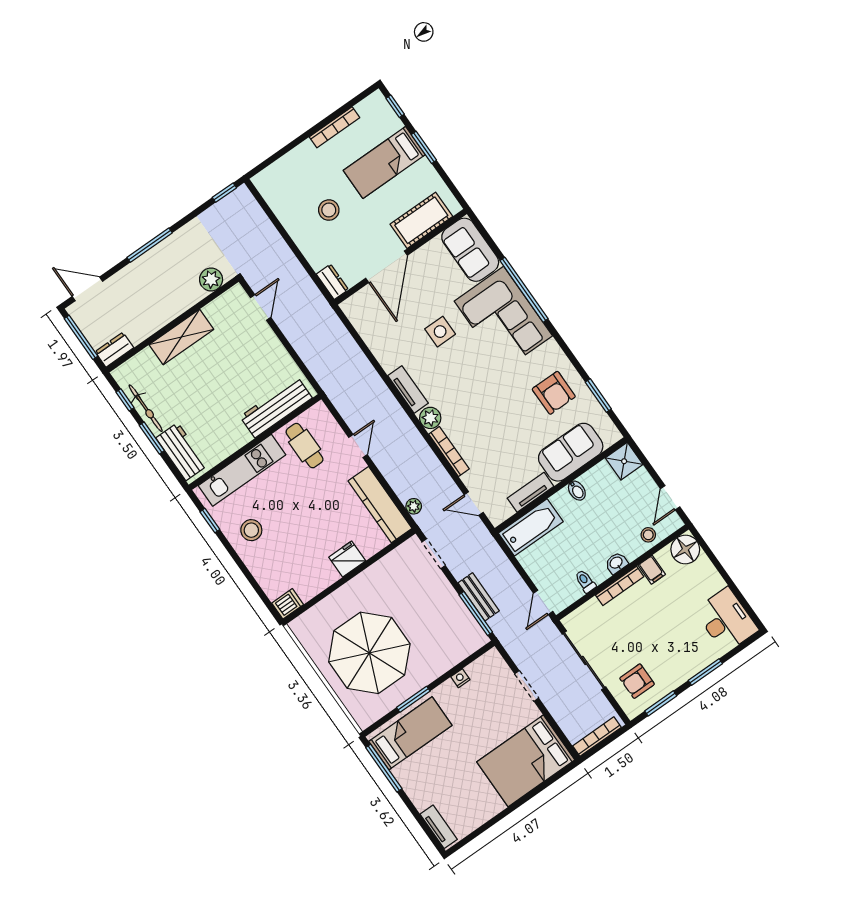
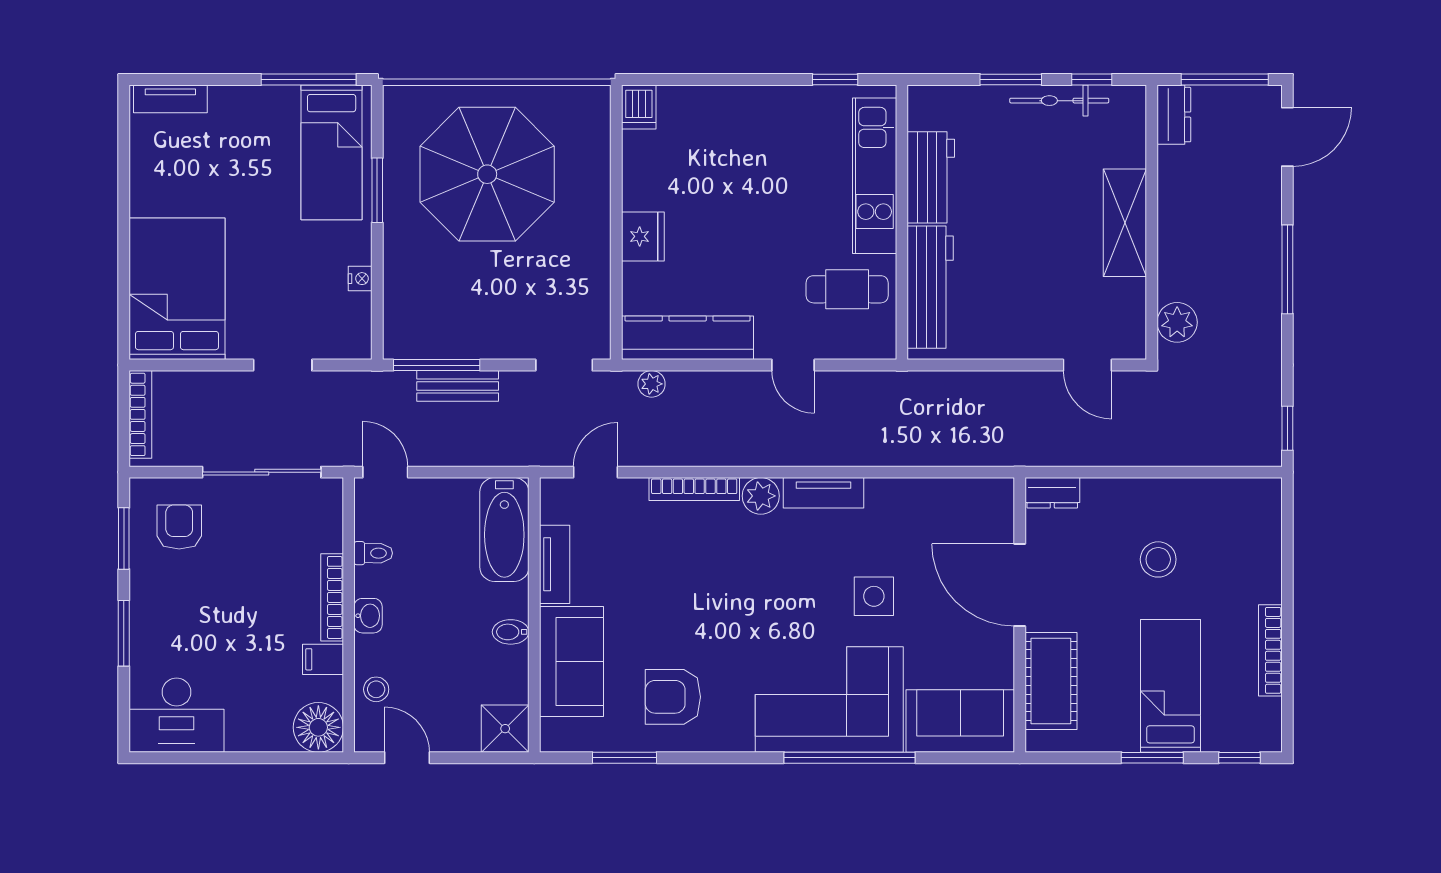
workbench: (182, 452) -> (931, 177), moved, turned -90
stool: (251, 530) -> (780, 129), removed

